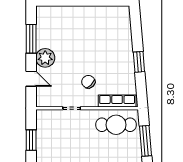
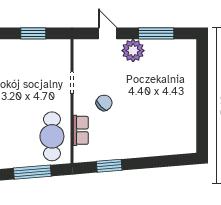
window: (139, 62) -> (109, 166), moved
door: (31, 79) -> (108, 33), swing flipped
row of seats: (117, 101) -> (81, 130), width x0.68

